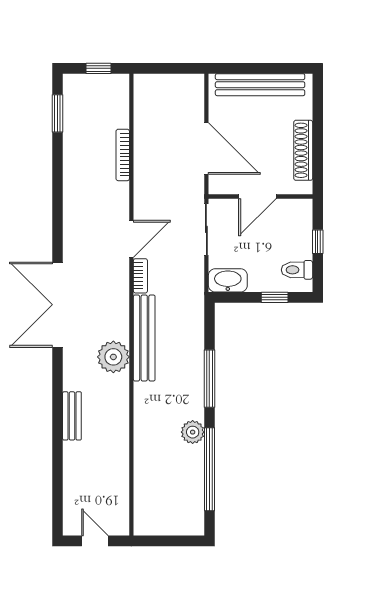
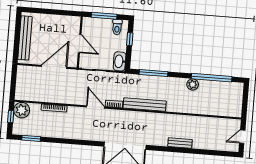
shoe rack: (303, 150) -> (59, 19), removed
window: (318, 242) -> (104, 16), width x2.17
plant: (113, 357) -> (22, 110), moved
window: (209, 379) -> (153, 73), moved

